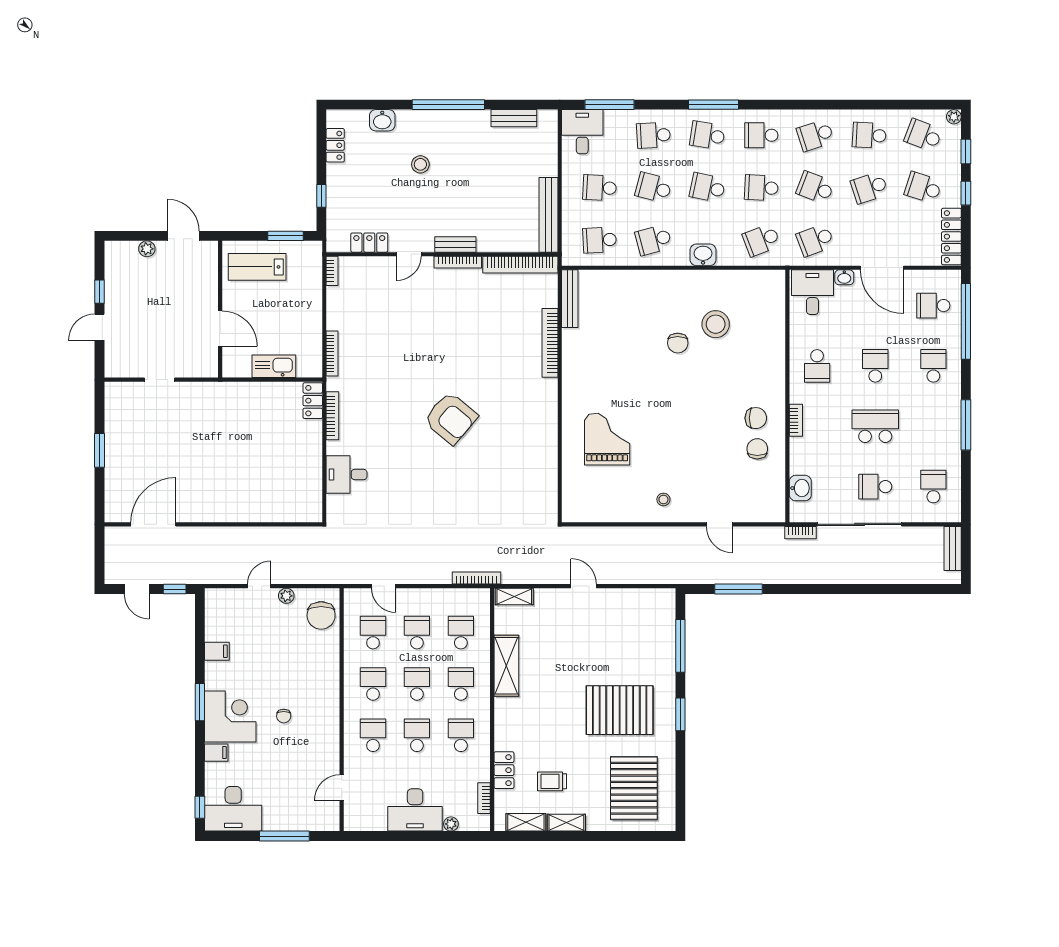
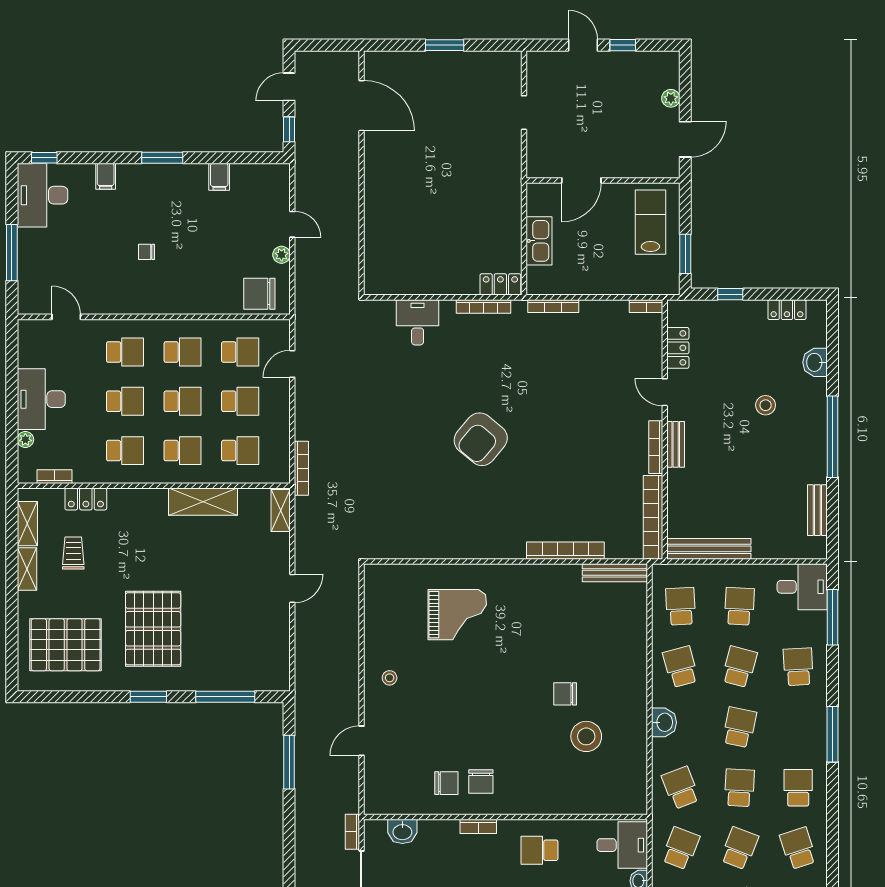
school desk: (707, 135) -> (798, 727), removed
school desk: (815, 240) -> (681, 848), turned 42
corner desk: (230, 717) -> (146, 192), removed

